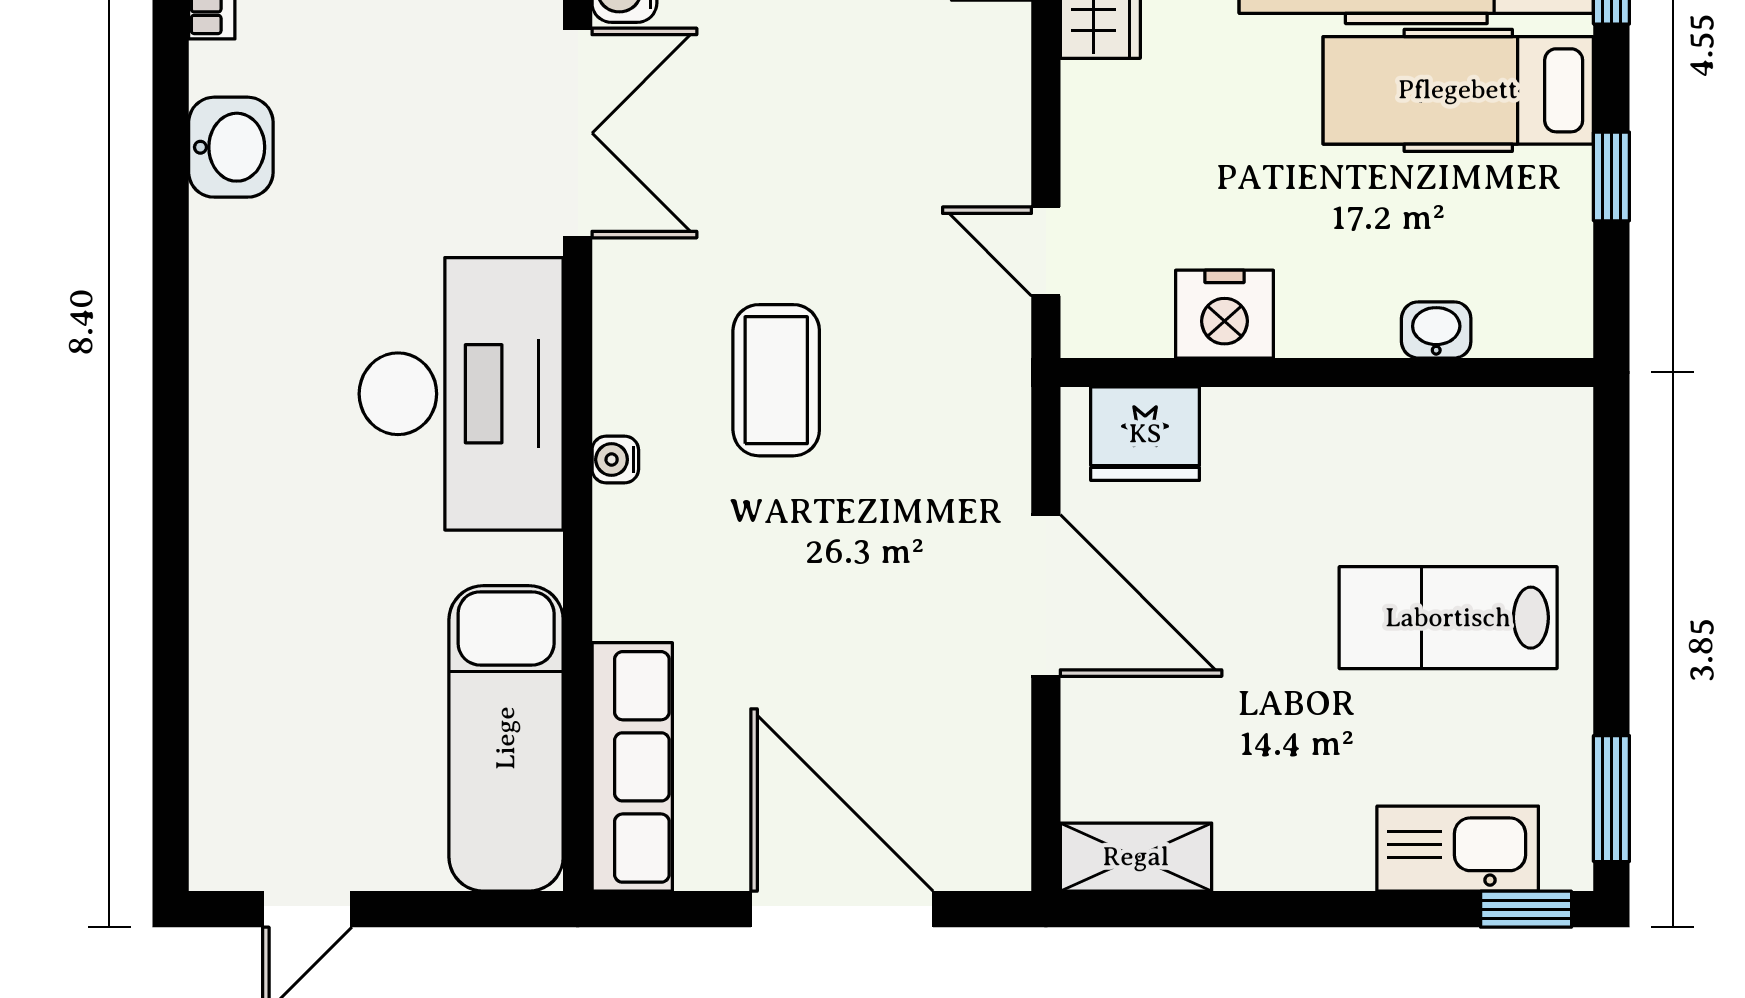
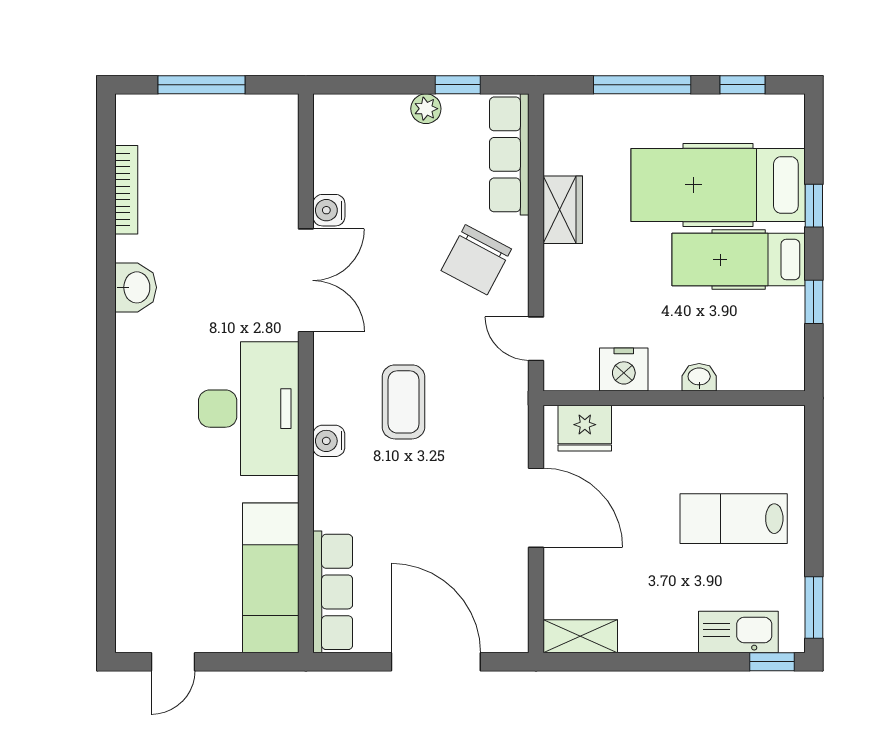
chair: (924, 91) -> (476, 260), added
washbasin: (1436, 330) -> (699, 377), moved
water cooler: (615, 460) -> (329, 441), width x1.38, depth x1.38

